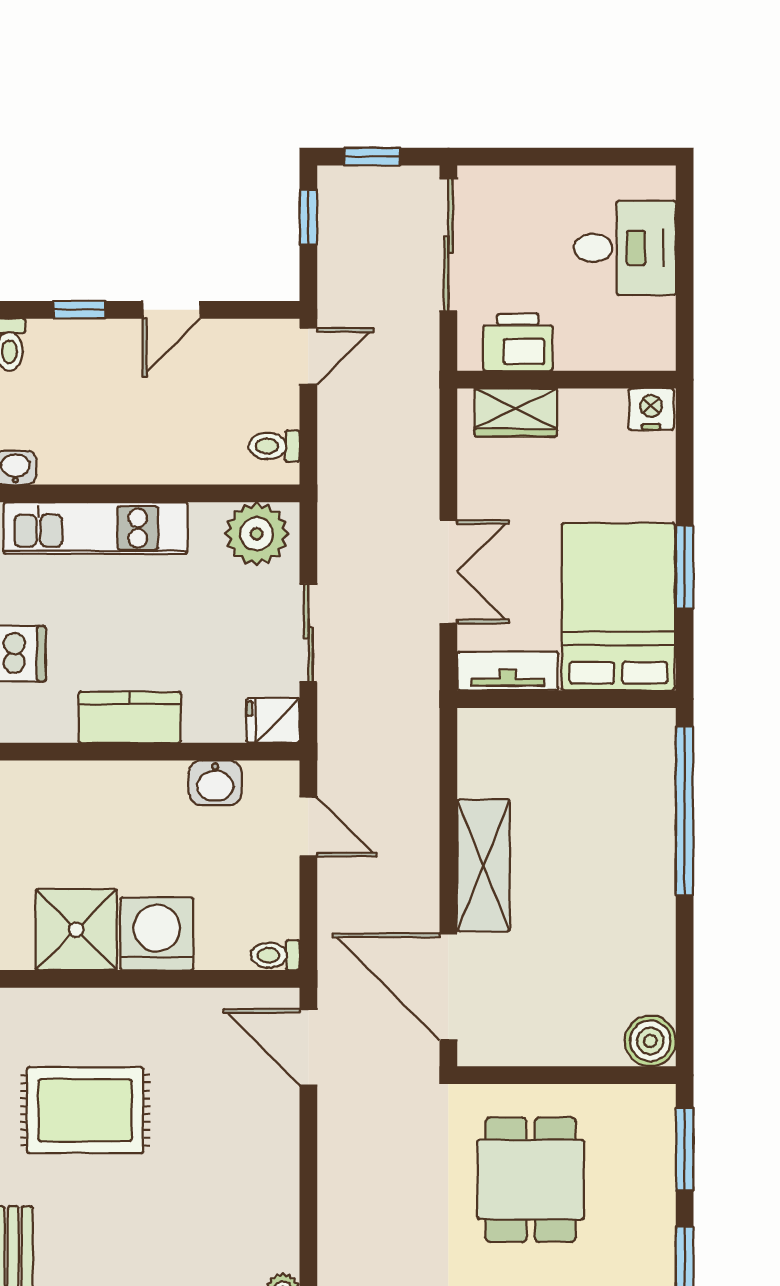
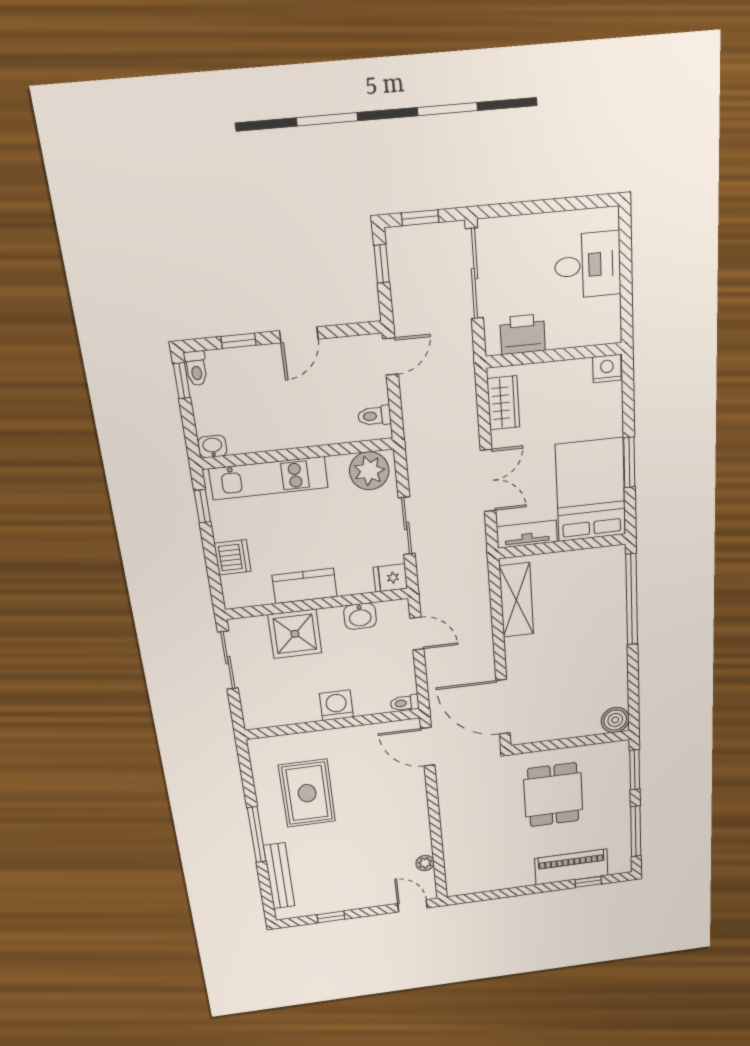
wardrobe: (516, 412) -> (503, 403), moved, turned -90
shelving: (483, 865) -> (516, 600), moved
shower: (76, 930) -> (295, 634), moved
washing machine: (157, 934) -> (336, 705), width x0.73, depth x0.73
rug: (85, 1110) -> (307, 793), turned 90

